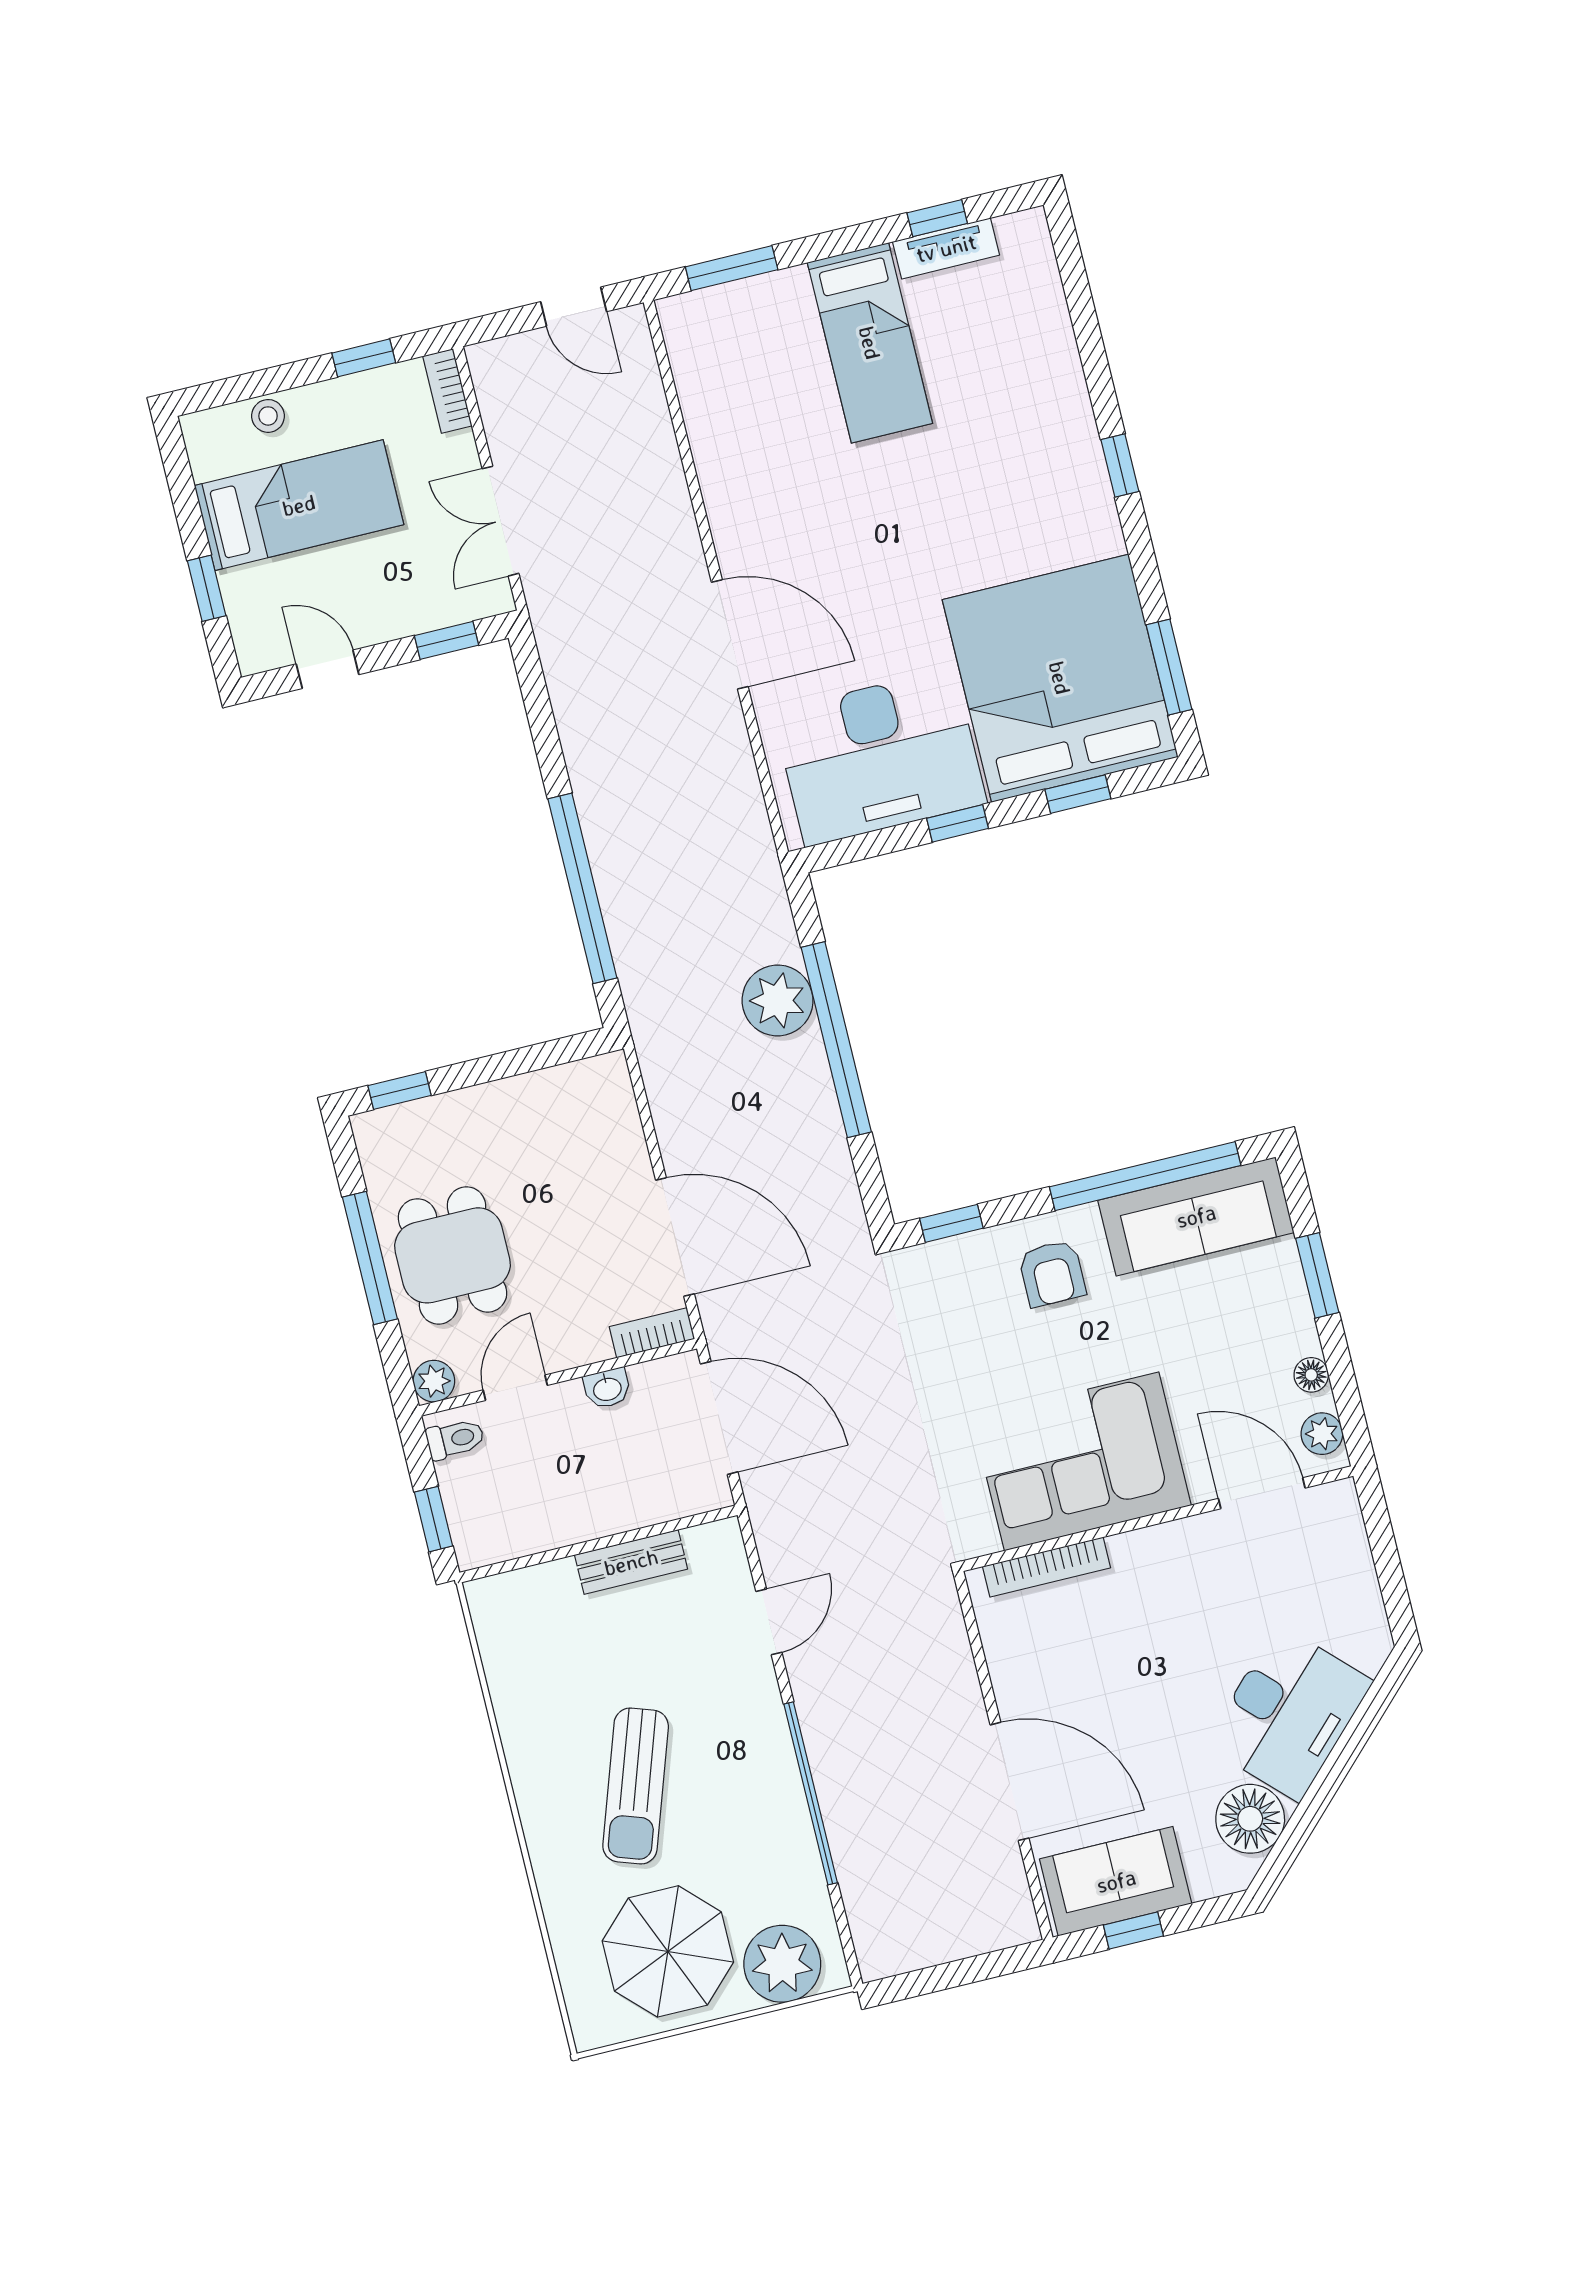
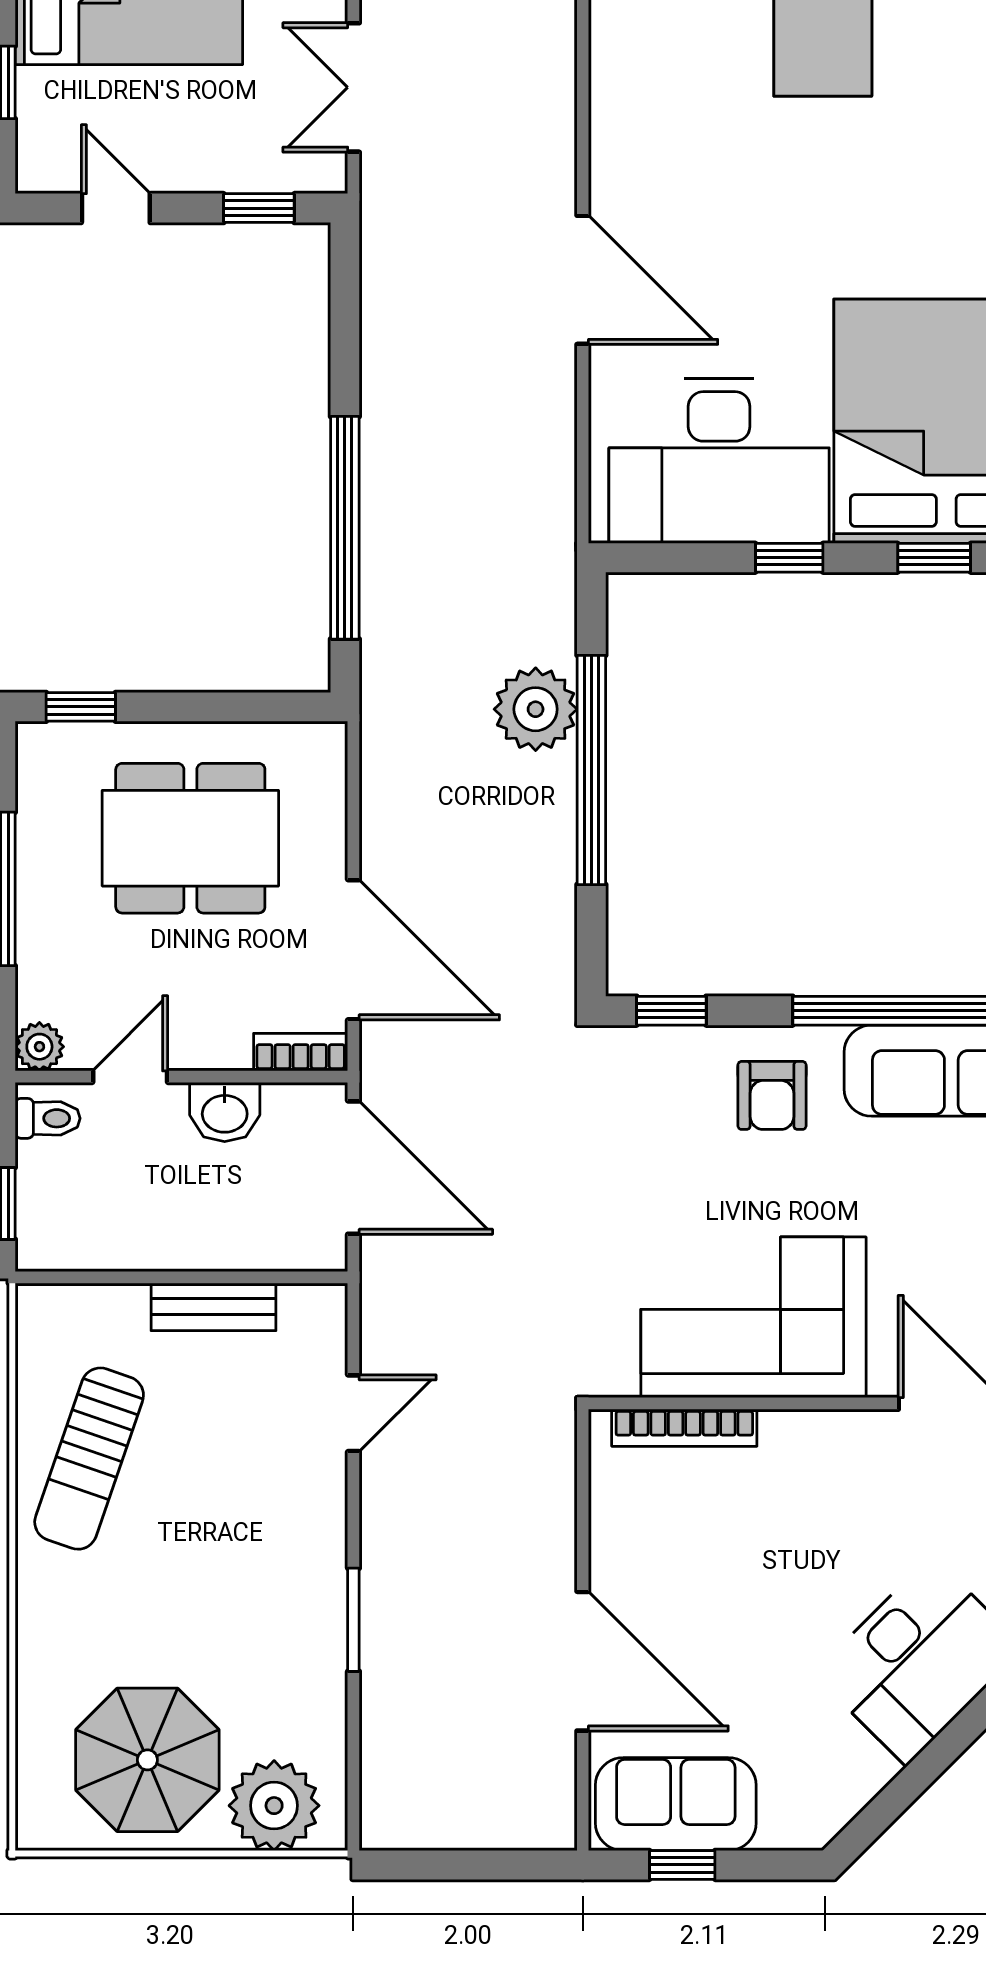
dining table: (453, 1255) -> (190, 838), moved, width x1.38
washbasin: (607, 1388) -> (225, 1112), width x1.38, depth x1.45
sun lounger: (636, 1786) -> (89, 1459), moved
window: (811, 1793) -> (353, 1620), width x0.47
floor lamp: (1250, 1819) -> (846, 1770), removed

